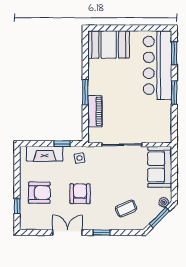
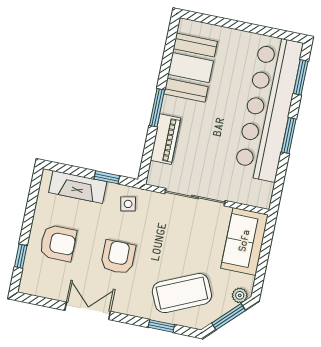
booth: (109, 45) -> (191, 68), moved, turned 90
bar counter: (157, 65) -> (268, 108), width x1.36
coffee table: (126, 209) -> (182, 293), width x1.86, depth x1.72
window: (102, 233) -> (161, 326), moved

